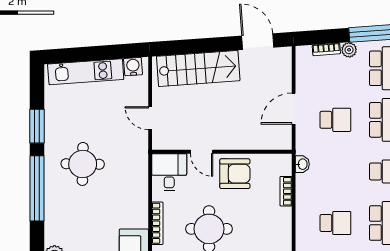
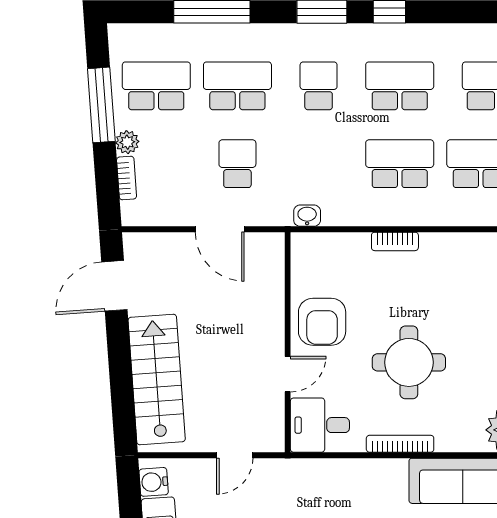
armchair: (235, 174) -> (322, 322), turned 180
bookcase: (286, 191) -> (395, 241), moved
school desk: (335, 223) -> (400, 164), width x1.85

